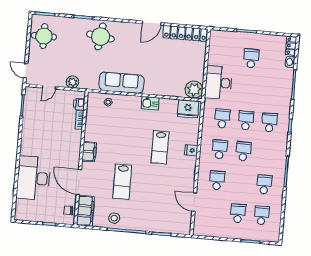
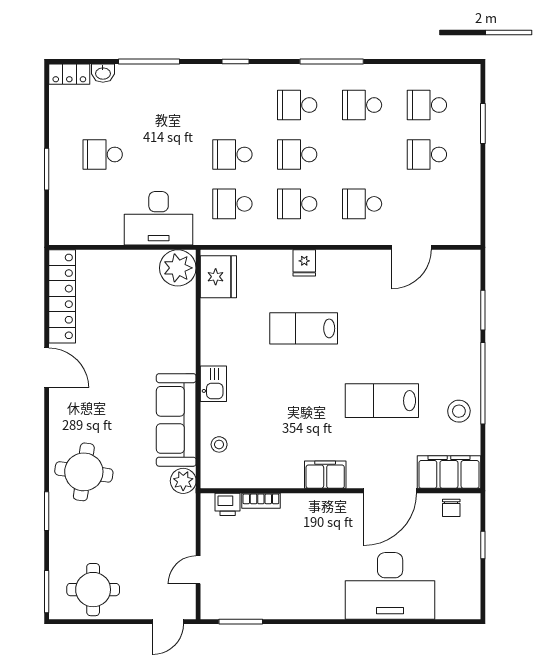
plant: (72, 82) -> (183, 481), moved
door: (49, 87) -> (198, 570), swing flipped
kitchen sink: (150, 103) -> (213, 384), moved
school desk: (270, 122) -> (297, 105), moved
lab bench: (160, 147) -> (304, 328), turned 180
lab bench: (122, 182) -> (382, 401), turned 180

